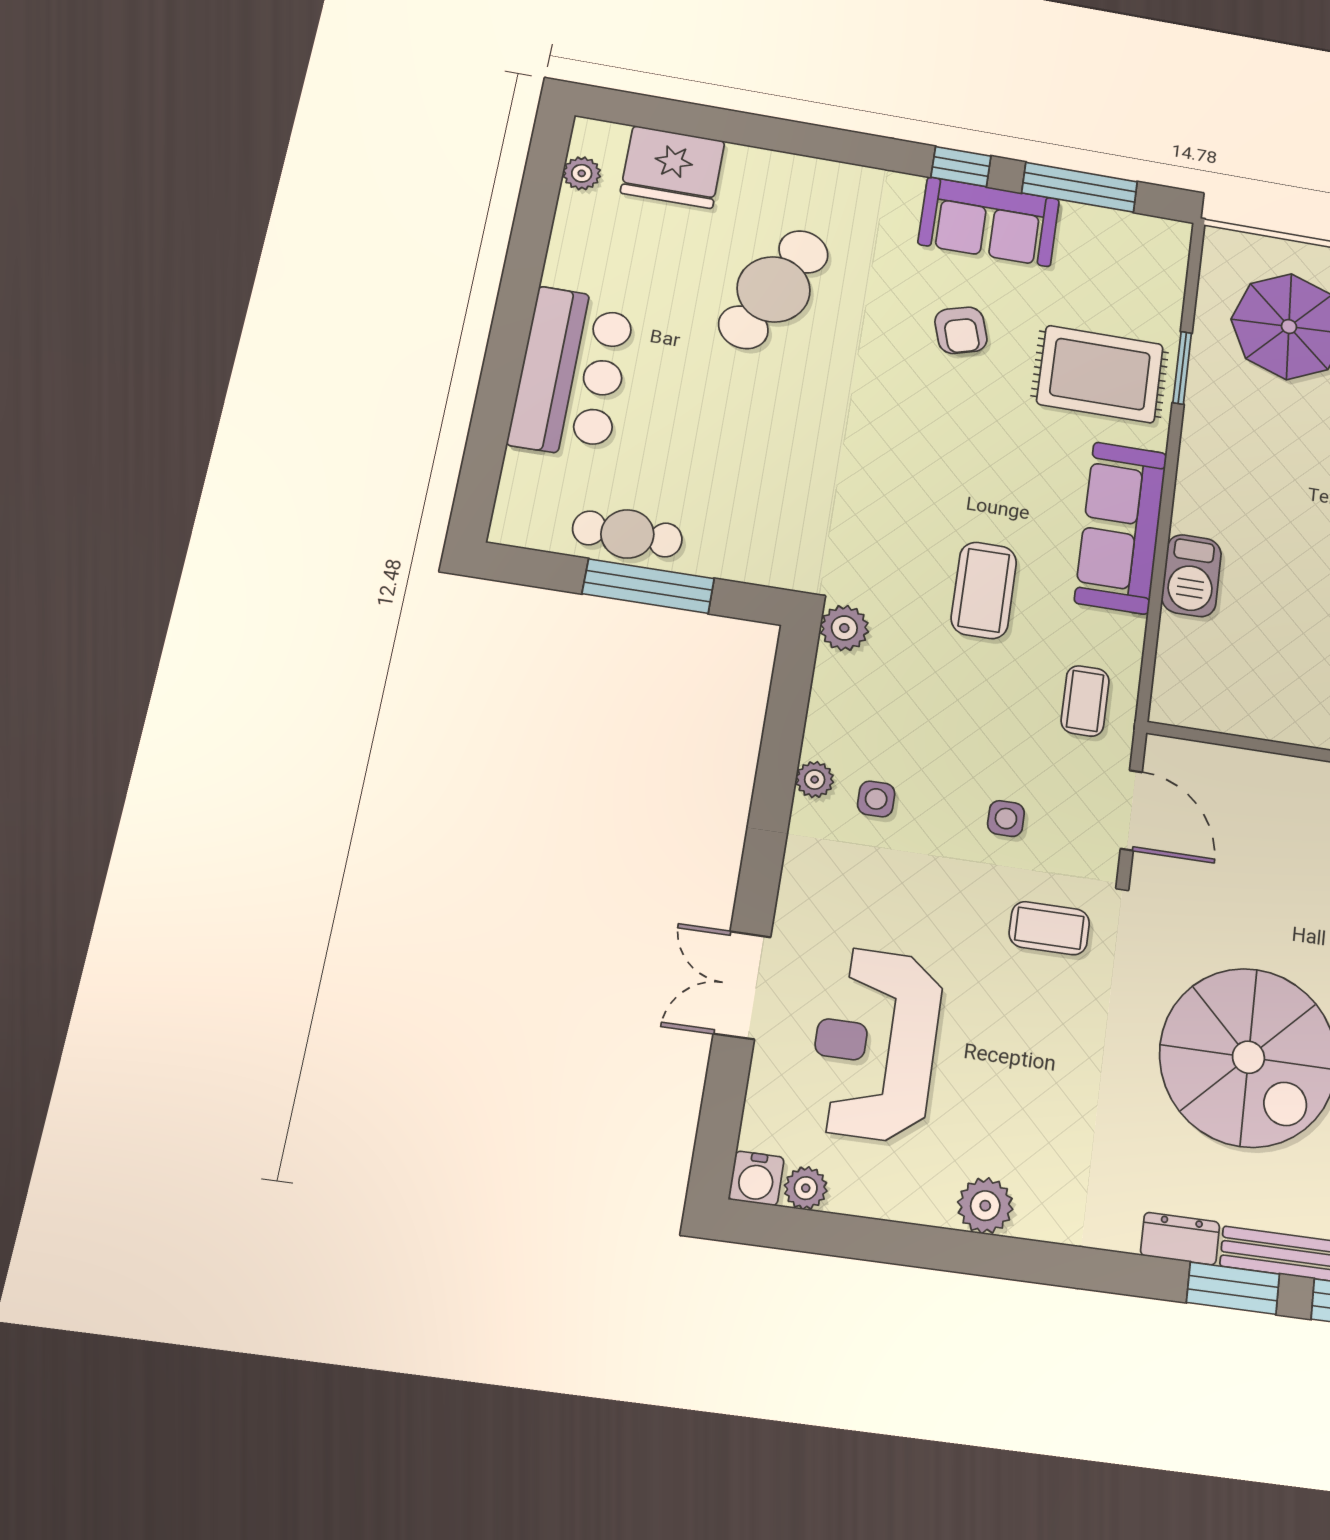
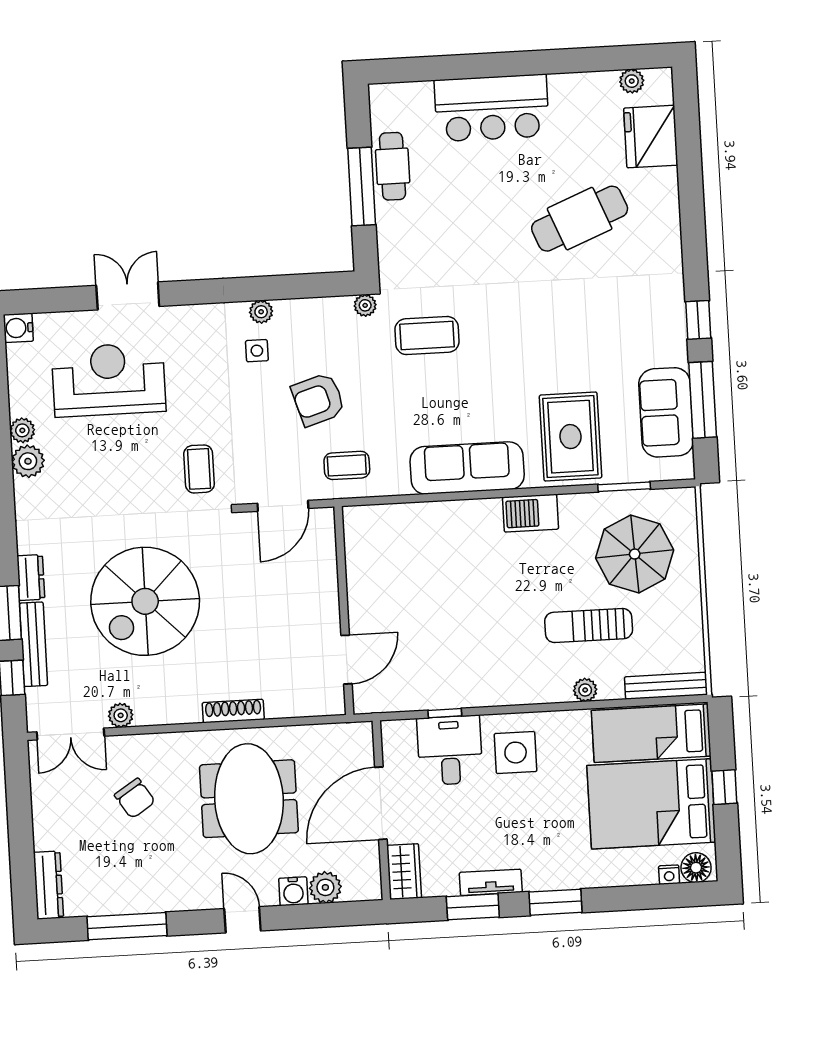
sofa: (989, 222) -> (666, 412), moved
cafe table: (774, 289) -> (580, 219), turned -48
armchair: (961, 330) -> (318, 399), moved, width x1.38, depth x1.38
window: (1182, 368) -> (624, 487), moved
barbecue: (1191, 576) -> (530, 513), moved
coffee table: (984, 590) -> (427, 336), moved
plant: (844, 628) -> (365, 305), width x0.73, depth x0.73
side table: (1006, 819) -> (261, 431), removed
plant: (806, 1188) -> (22, 430), moved

